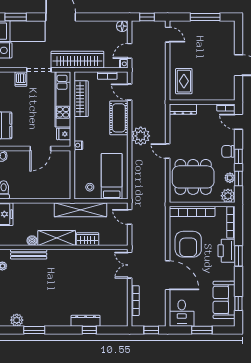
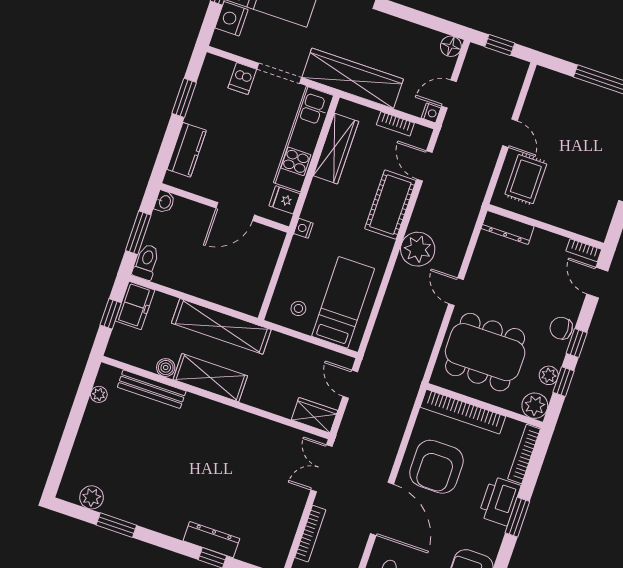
door: (168, 35) -> (510, 133), moved
shelving: (80, 210) -> (221, 326), moved
wardrobe: (87, 239) -> (315, 415), moved

